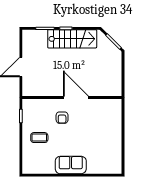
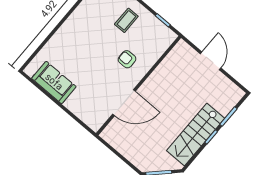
door: (76, 98) -> (124, 103), moved
sofa: (71, 165) -> (54, 82), moved, turned -90

